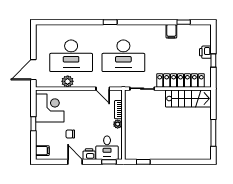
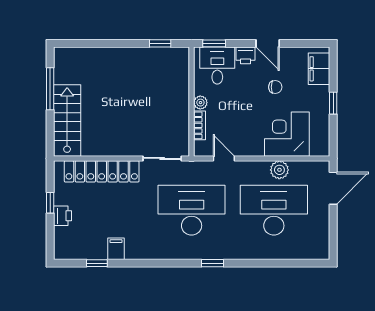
stairs: (188, 99) -> (67, 121), moved, turned 90
corner desk: (50, 108) -> (287, 134), moved, turned 90
filing cabinet: (42, 151) -> (319, 69), width x2.00

